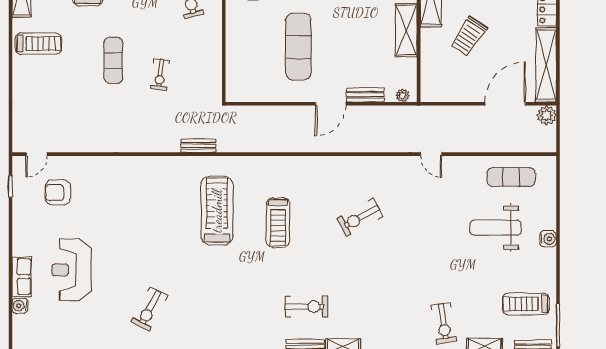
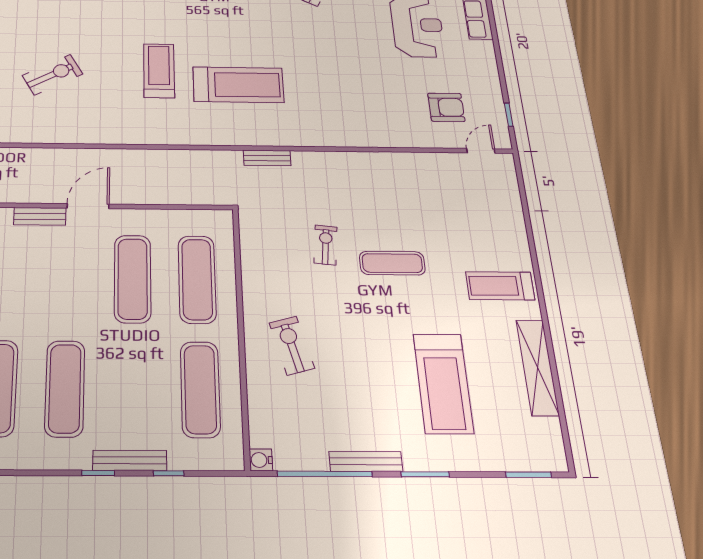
exercise mat: (253, 47) -> (197, 279), added
exercise mat: (113, 60) -> (392, 263), turned 90
treadmill: (217, 211) -> (238, 85), turned -90

